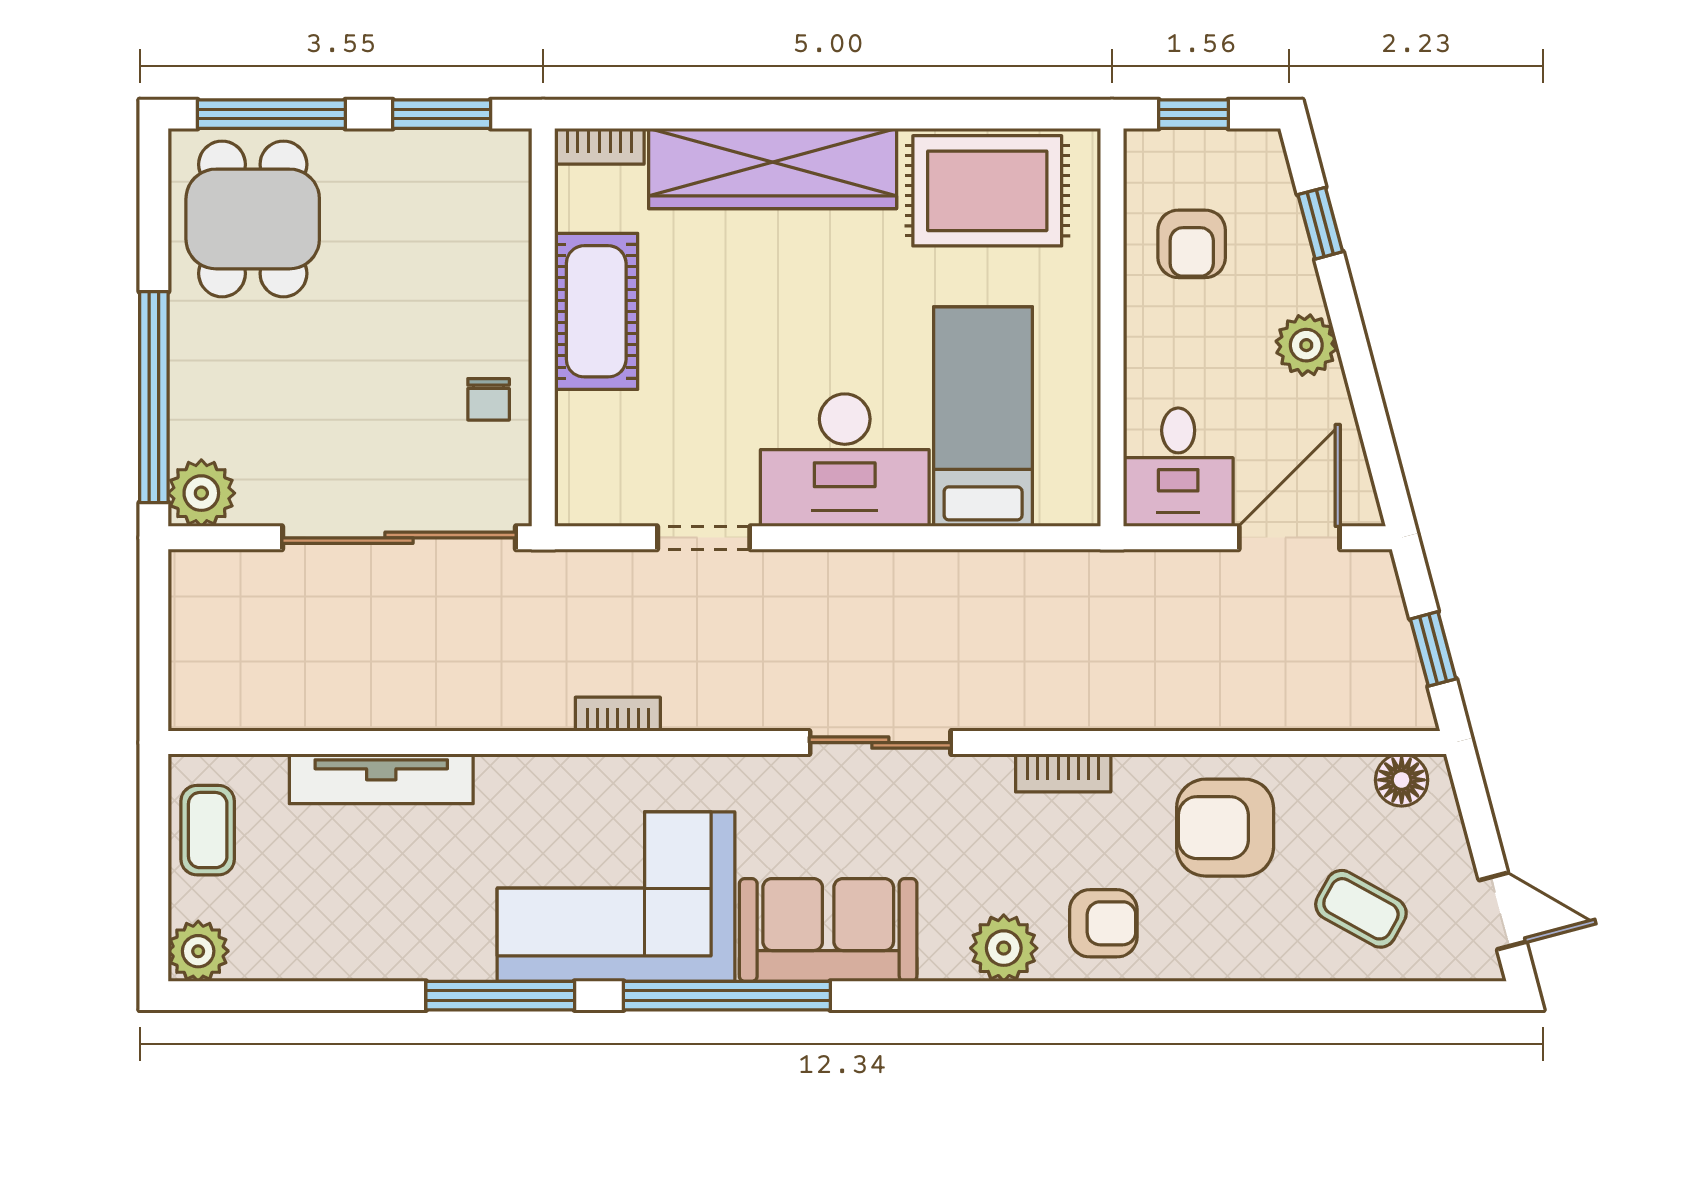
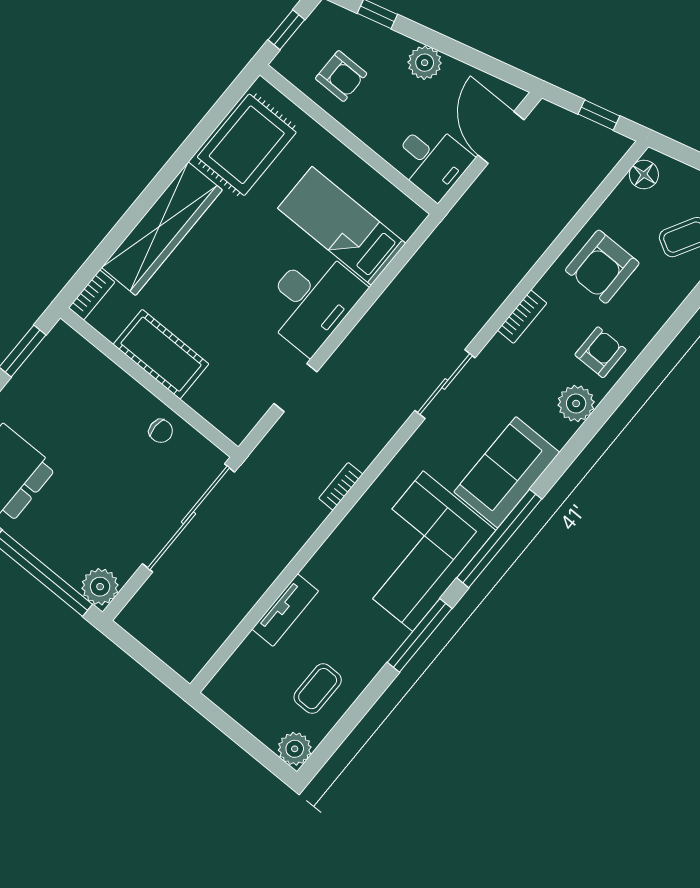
tv unit: (381, 779) -> (285, 610), width x0.71
coffee table: (208, 830) -> (318, 689), moved, turned 90

